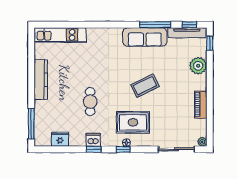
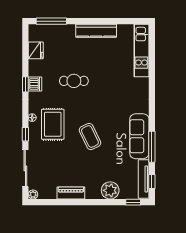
window: (123, 149) -> (25, 134), moved

